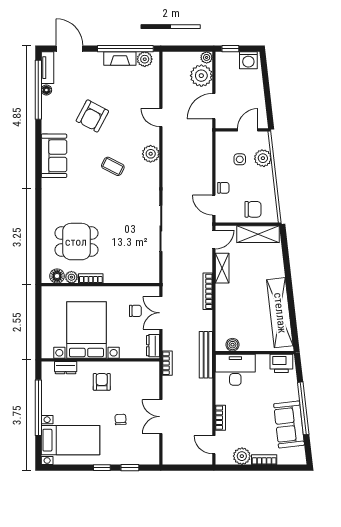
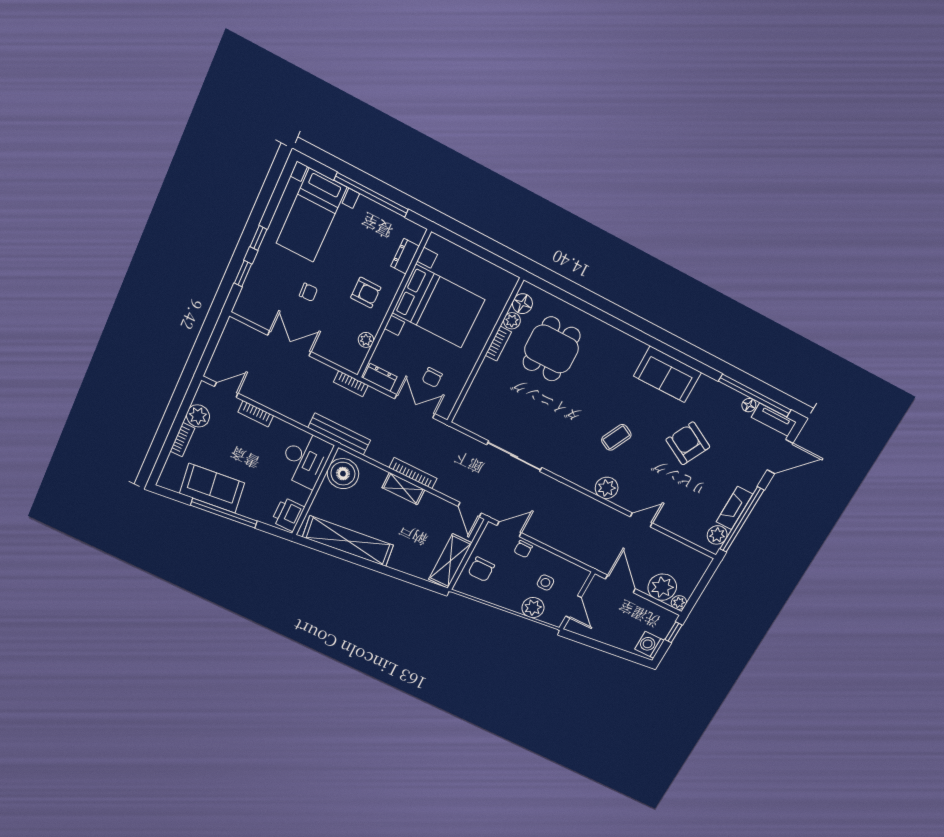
shelving: (222, 268) -> (403, 489), moved
boiler: (233, 345) -> (343, 474), width x1.86, depth x1.86
plant: (133, 367) -> (366, 340), added

